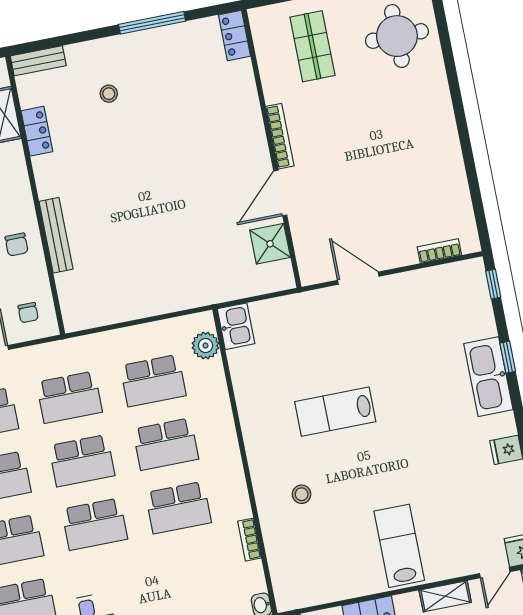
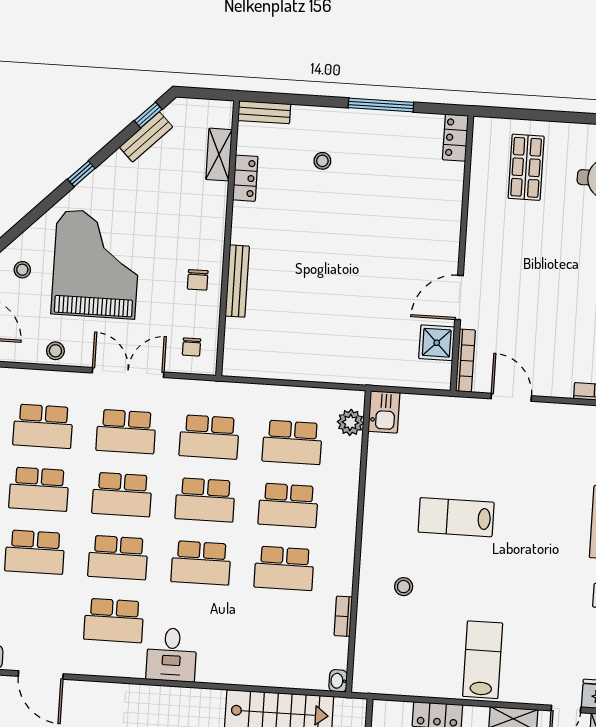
bookcase: (280, 136) -> (465, 361), moved

